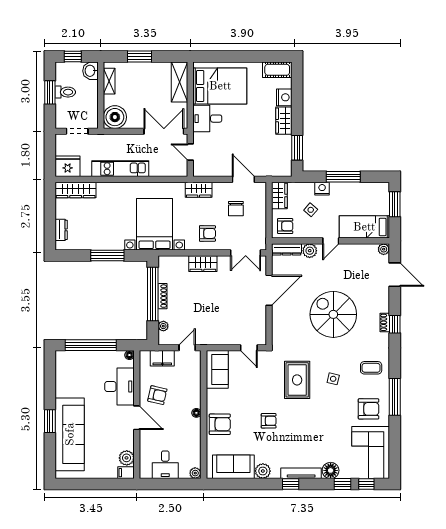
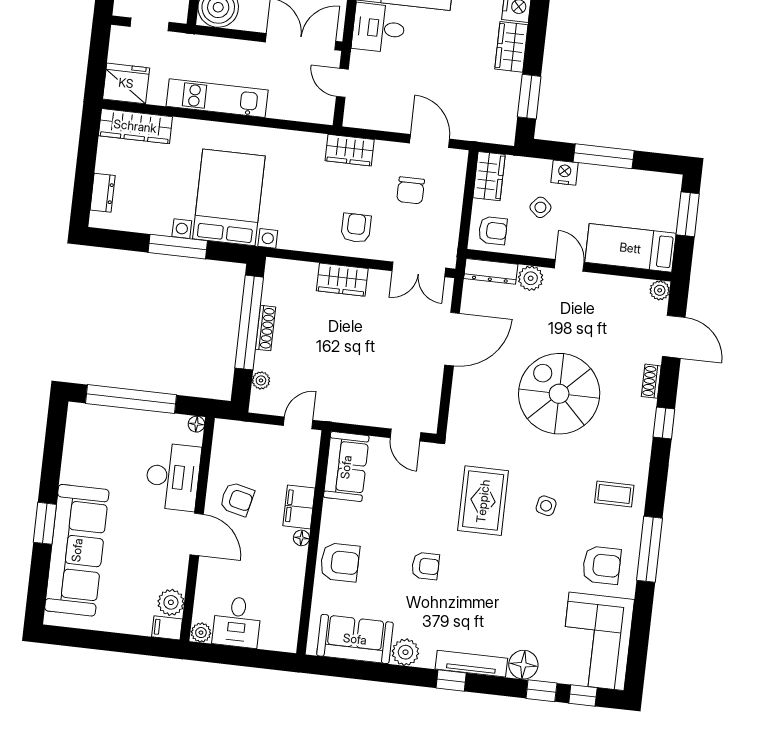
bed with nightstands: (155, 224) -> (229, 197), moved
armchair: (207, 233) -> (356, 228), turned -90
door: (331, 241) -> (569, 265), swing flipped
shoe rack: (385, 322) -> (651, 381), moved
filing cabinet: (162, 358) -> (299, 507), moved, turned 90
plant: (195, 473) -> (201, 633), moved

